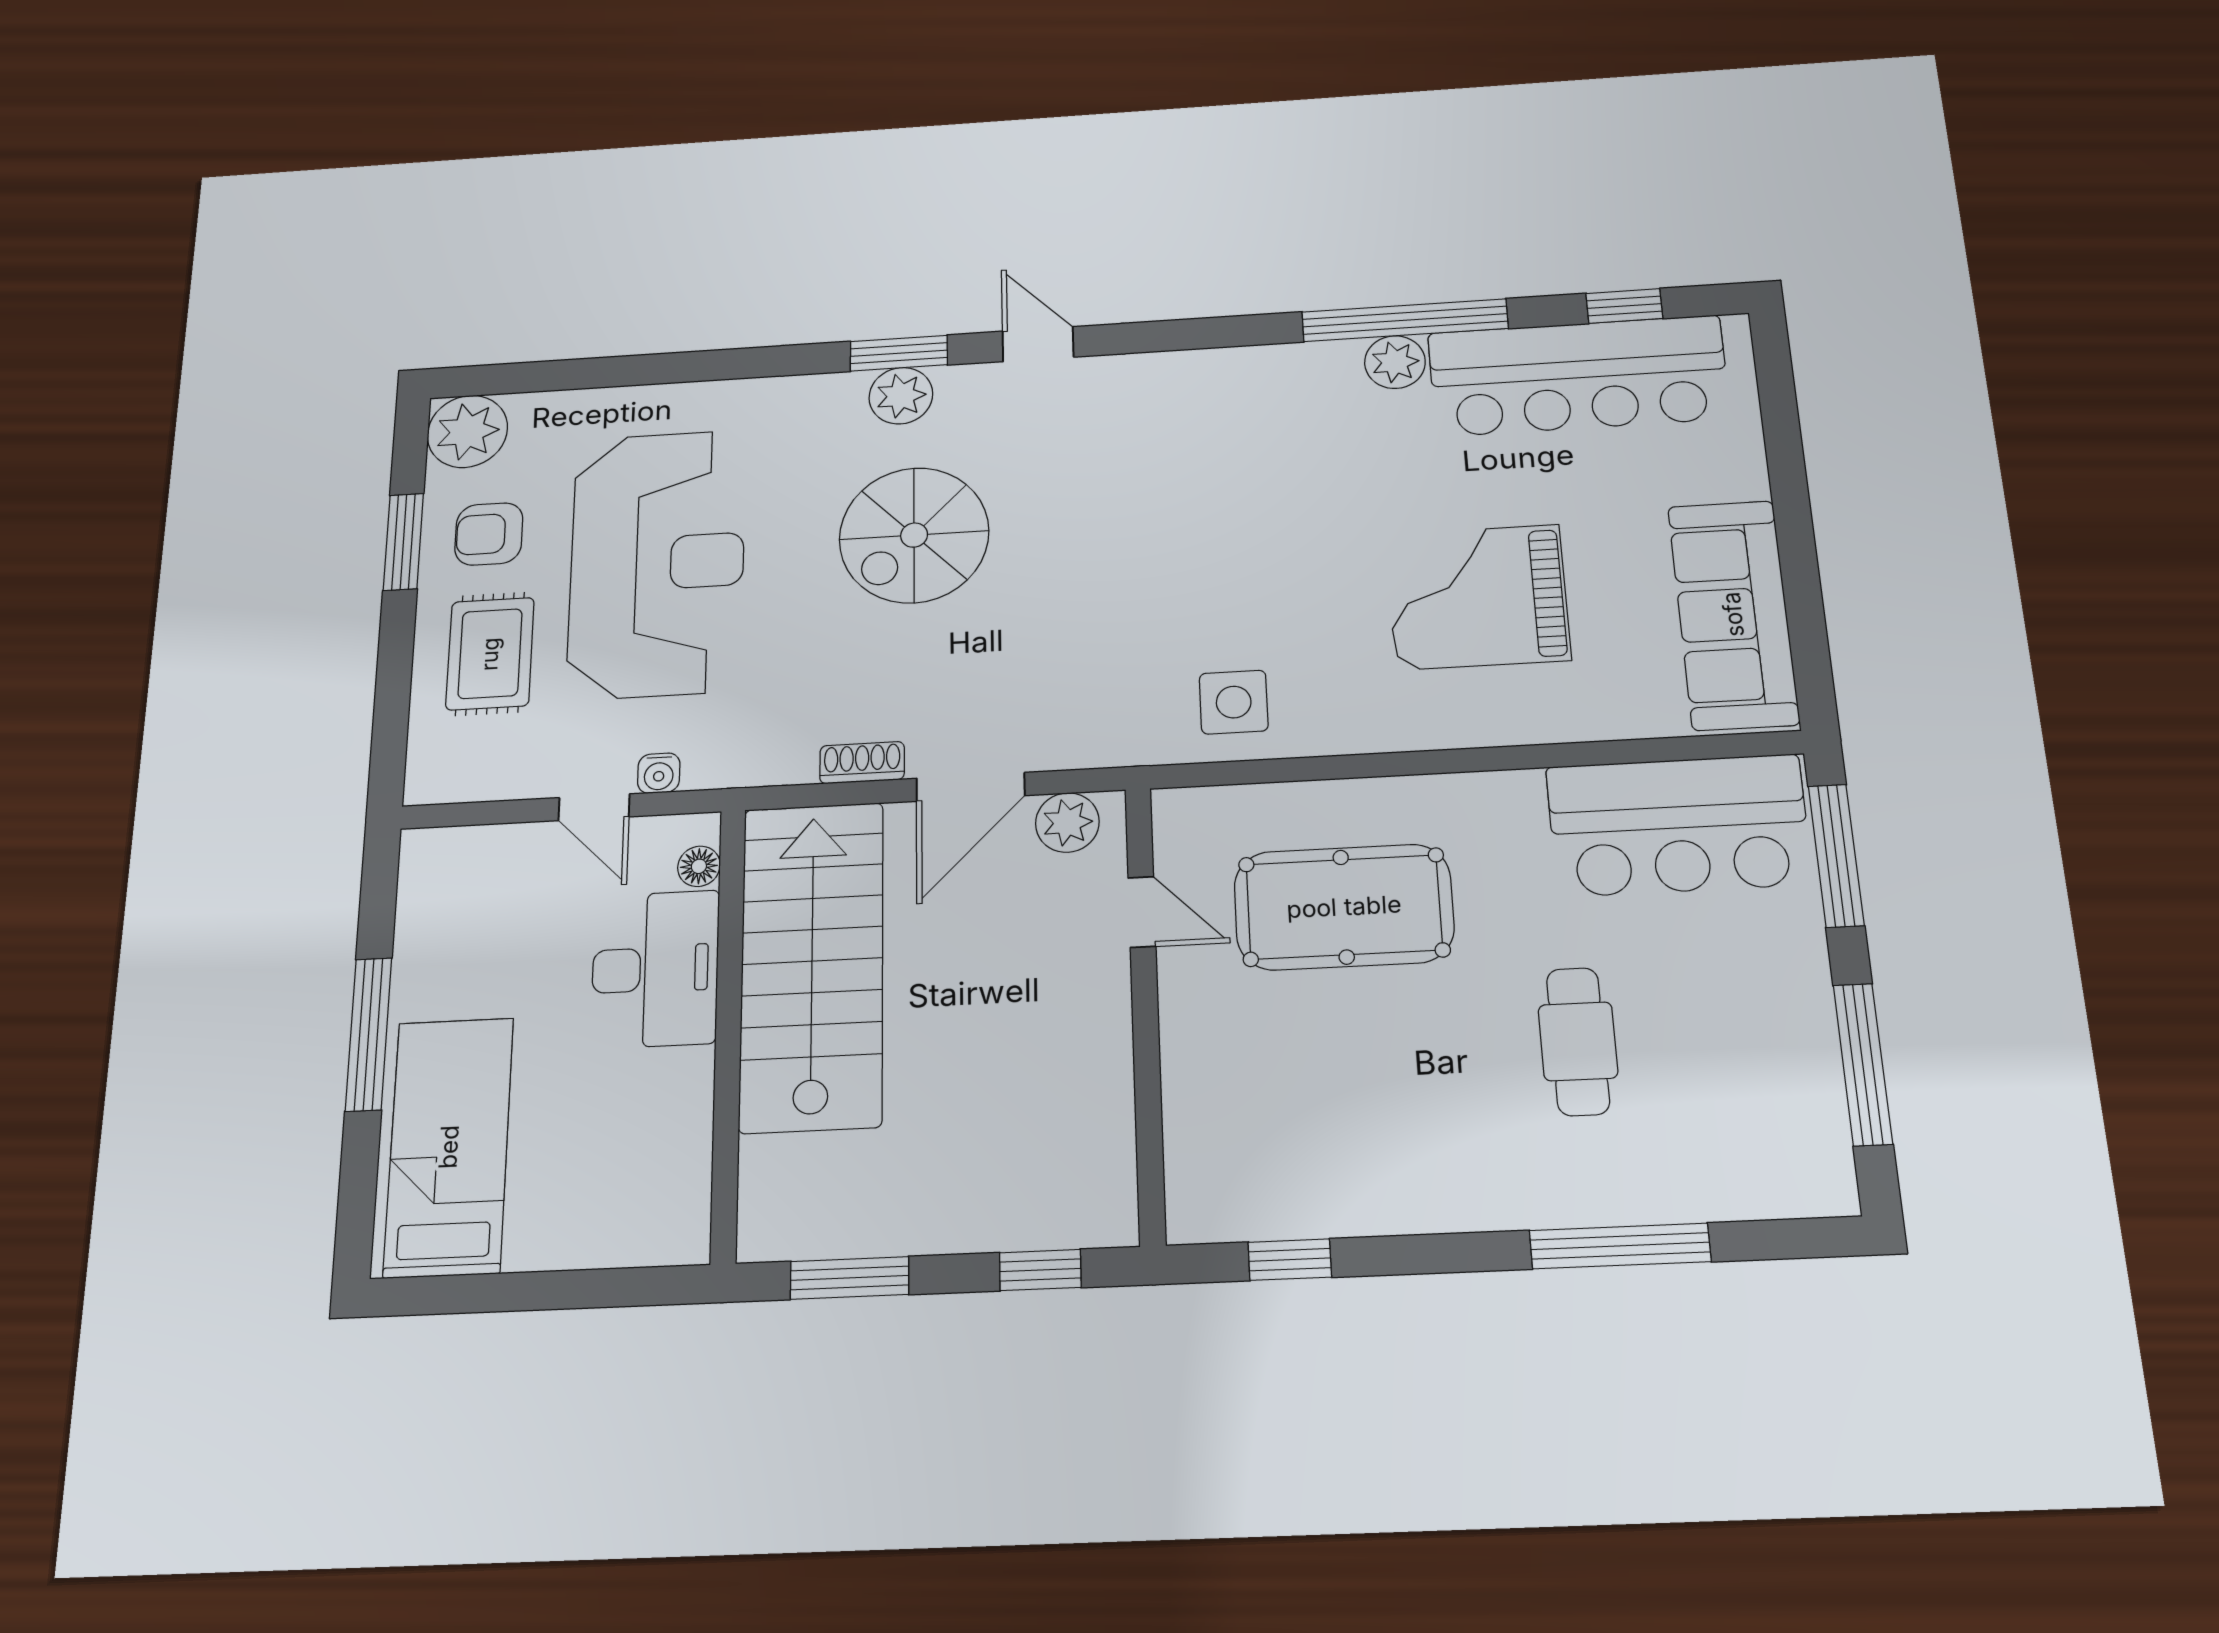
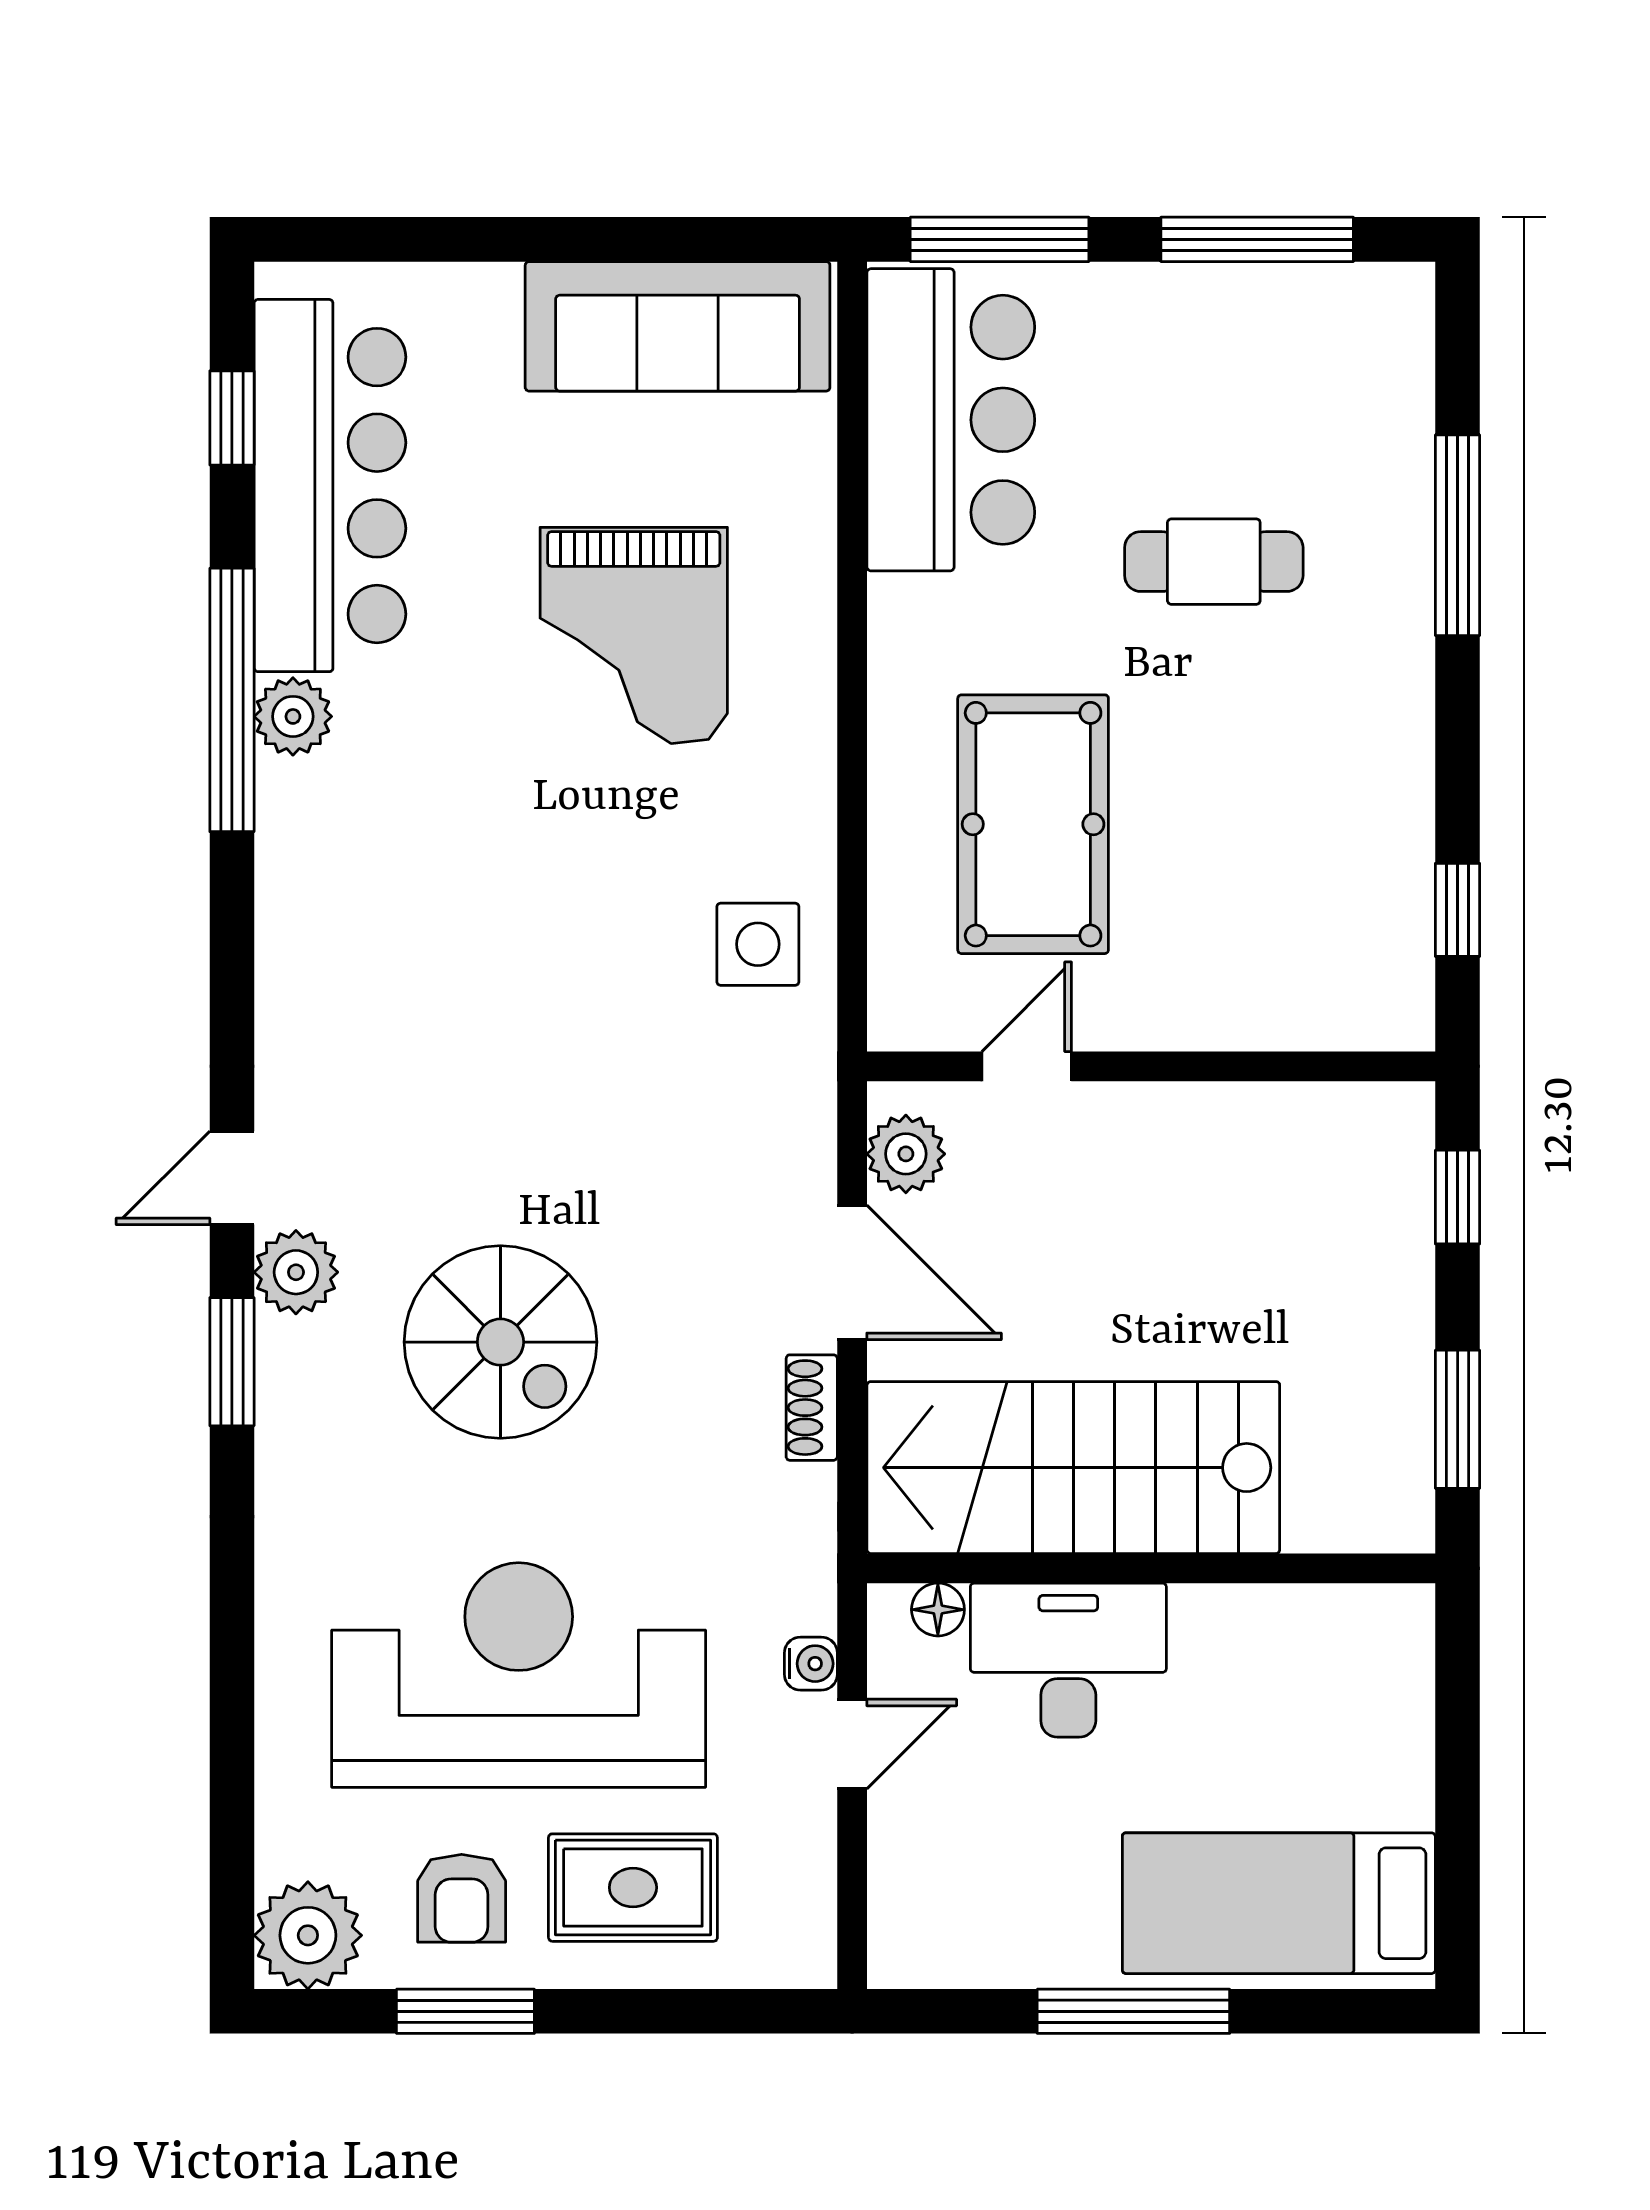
plant: (901, 396) -> (296, 1272), moved

